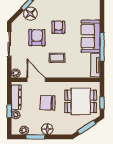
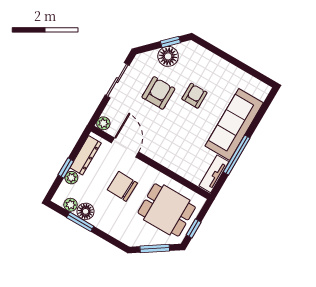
sofa: (91, 36) -> (234, 124), width x1.36
coffee table: (57, 58) -> (169, 135), removed
floor lamp: (47, 129) -> (86, 211), moved

